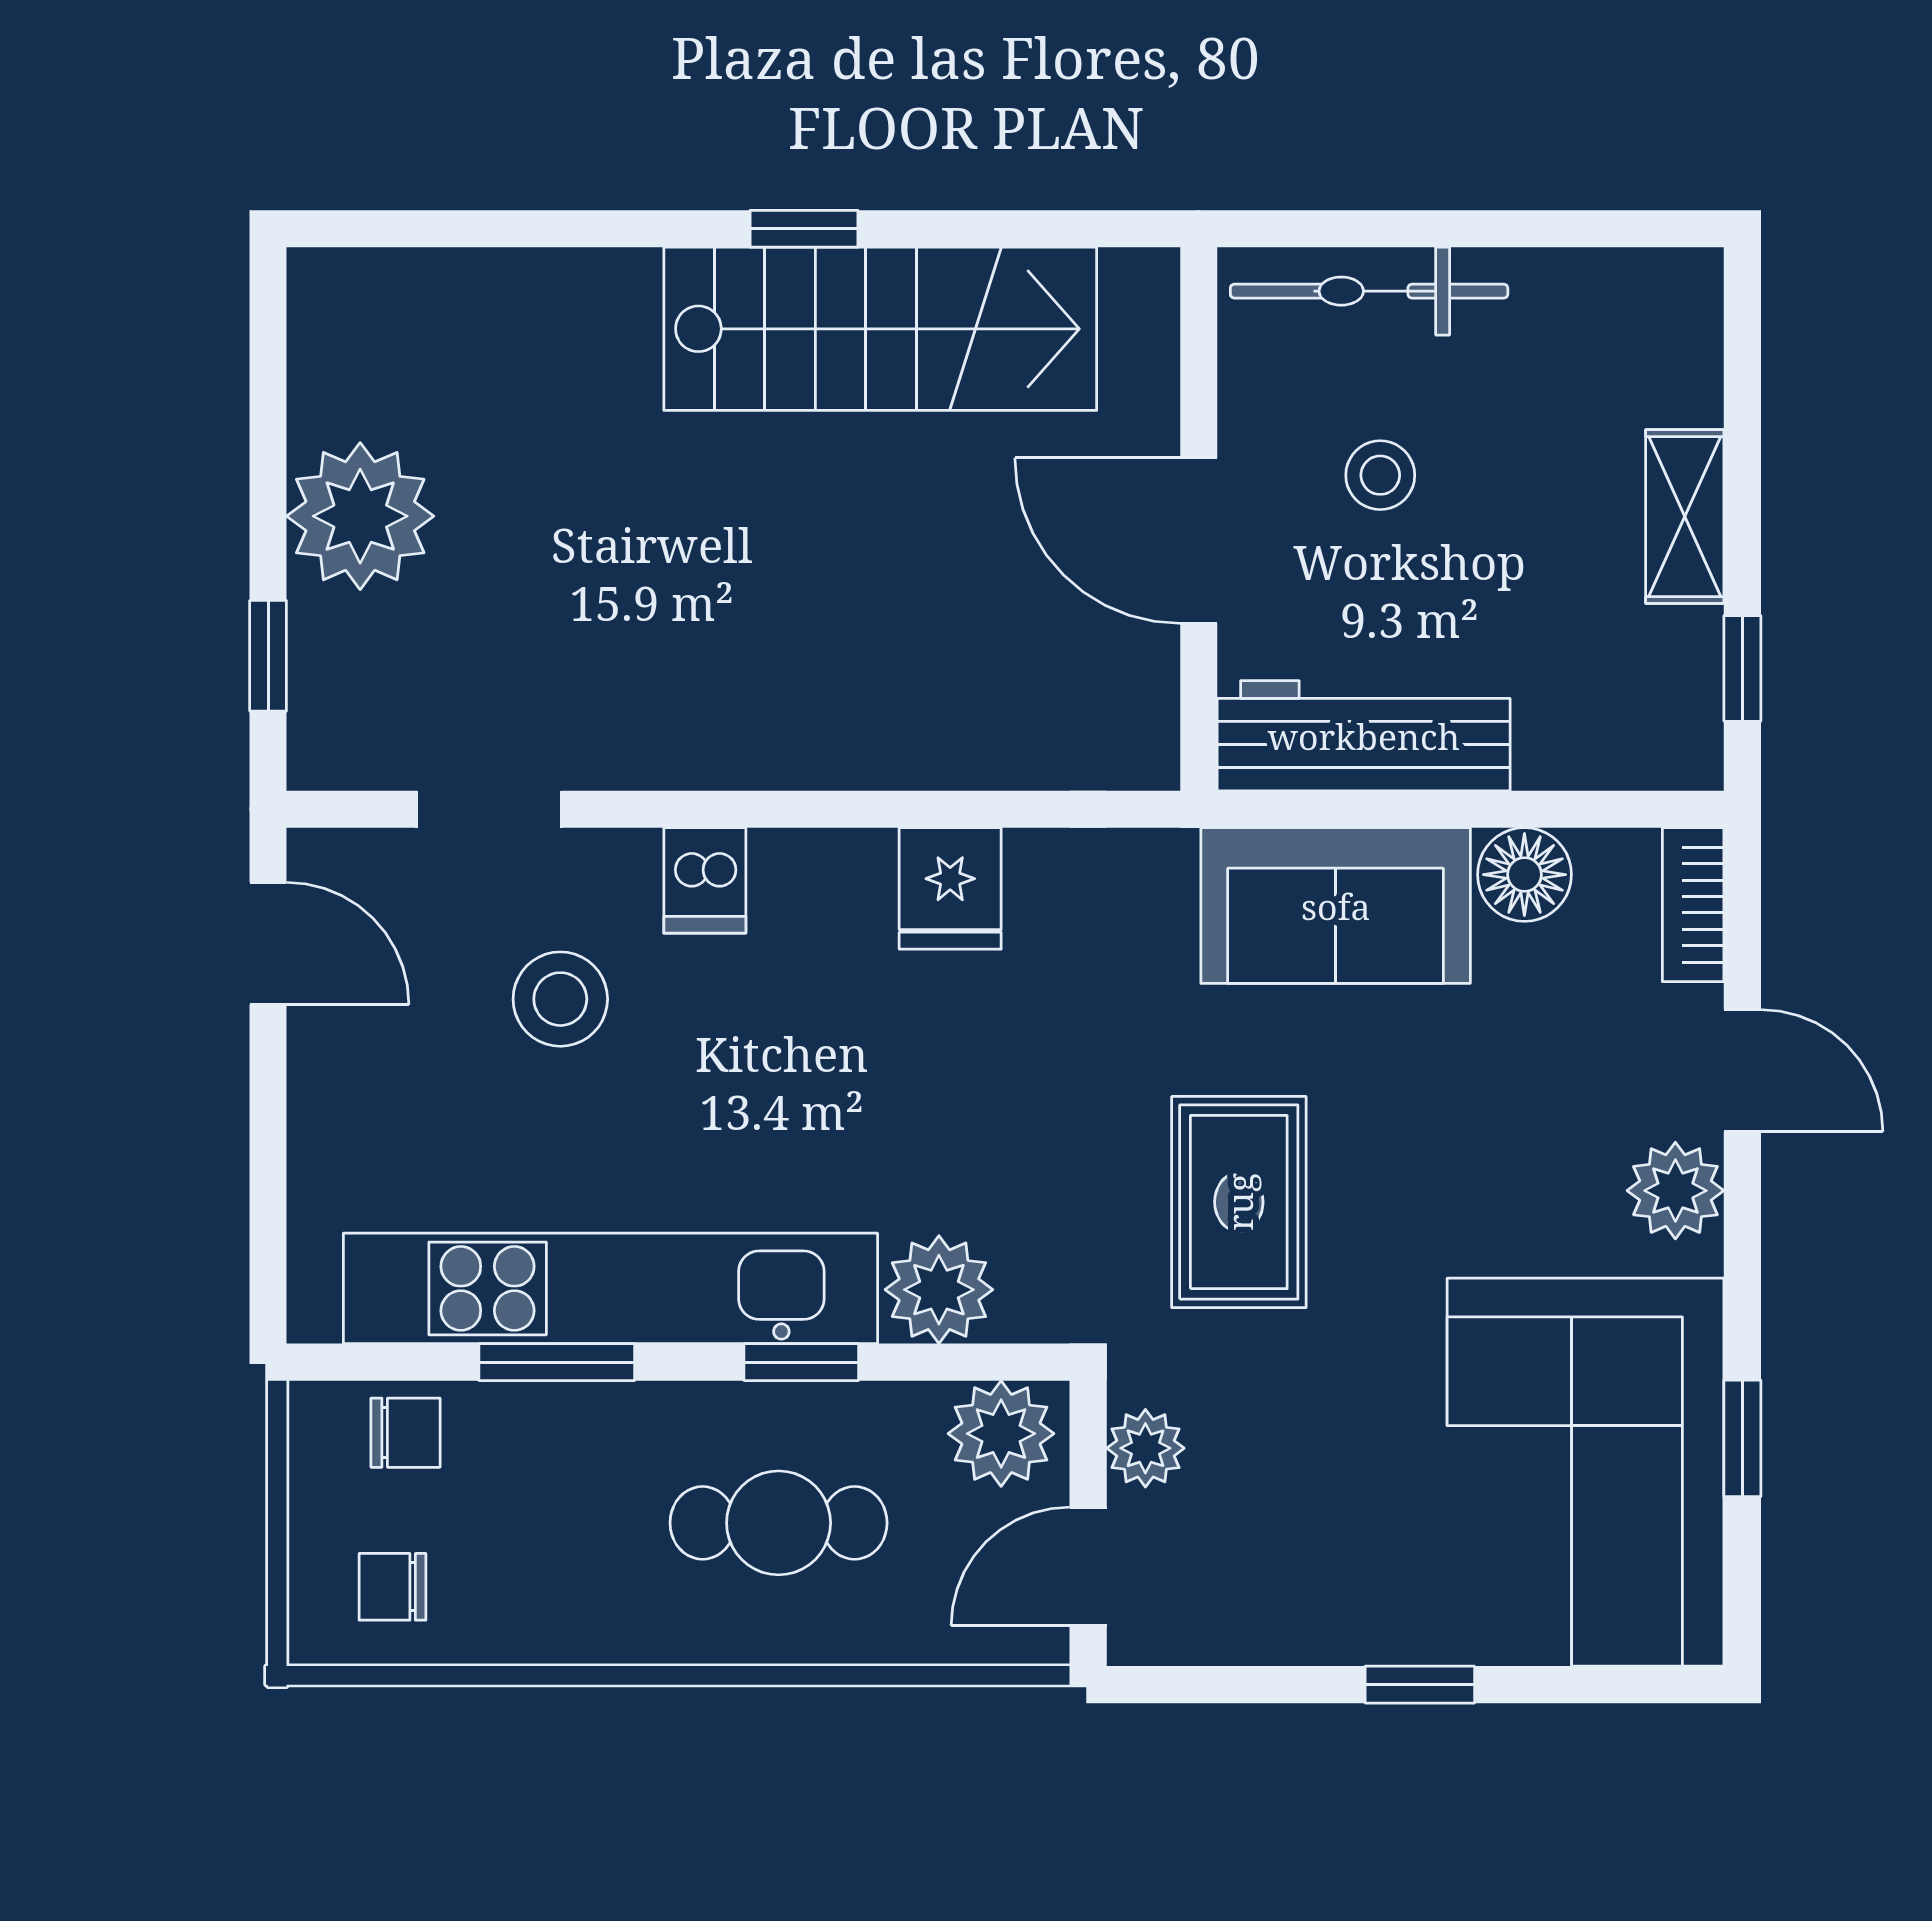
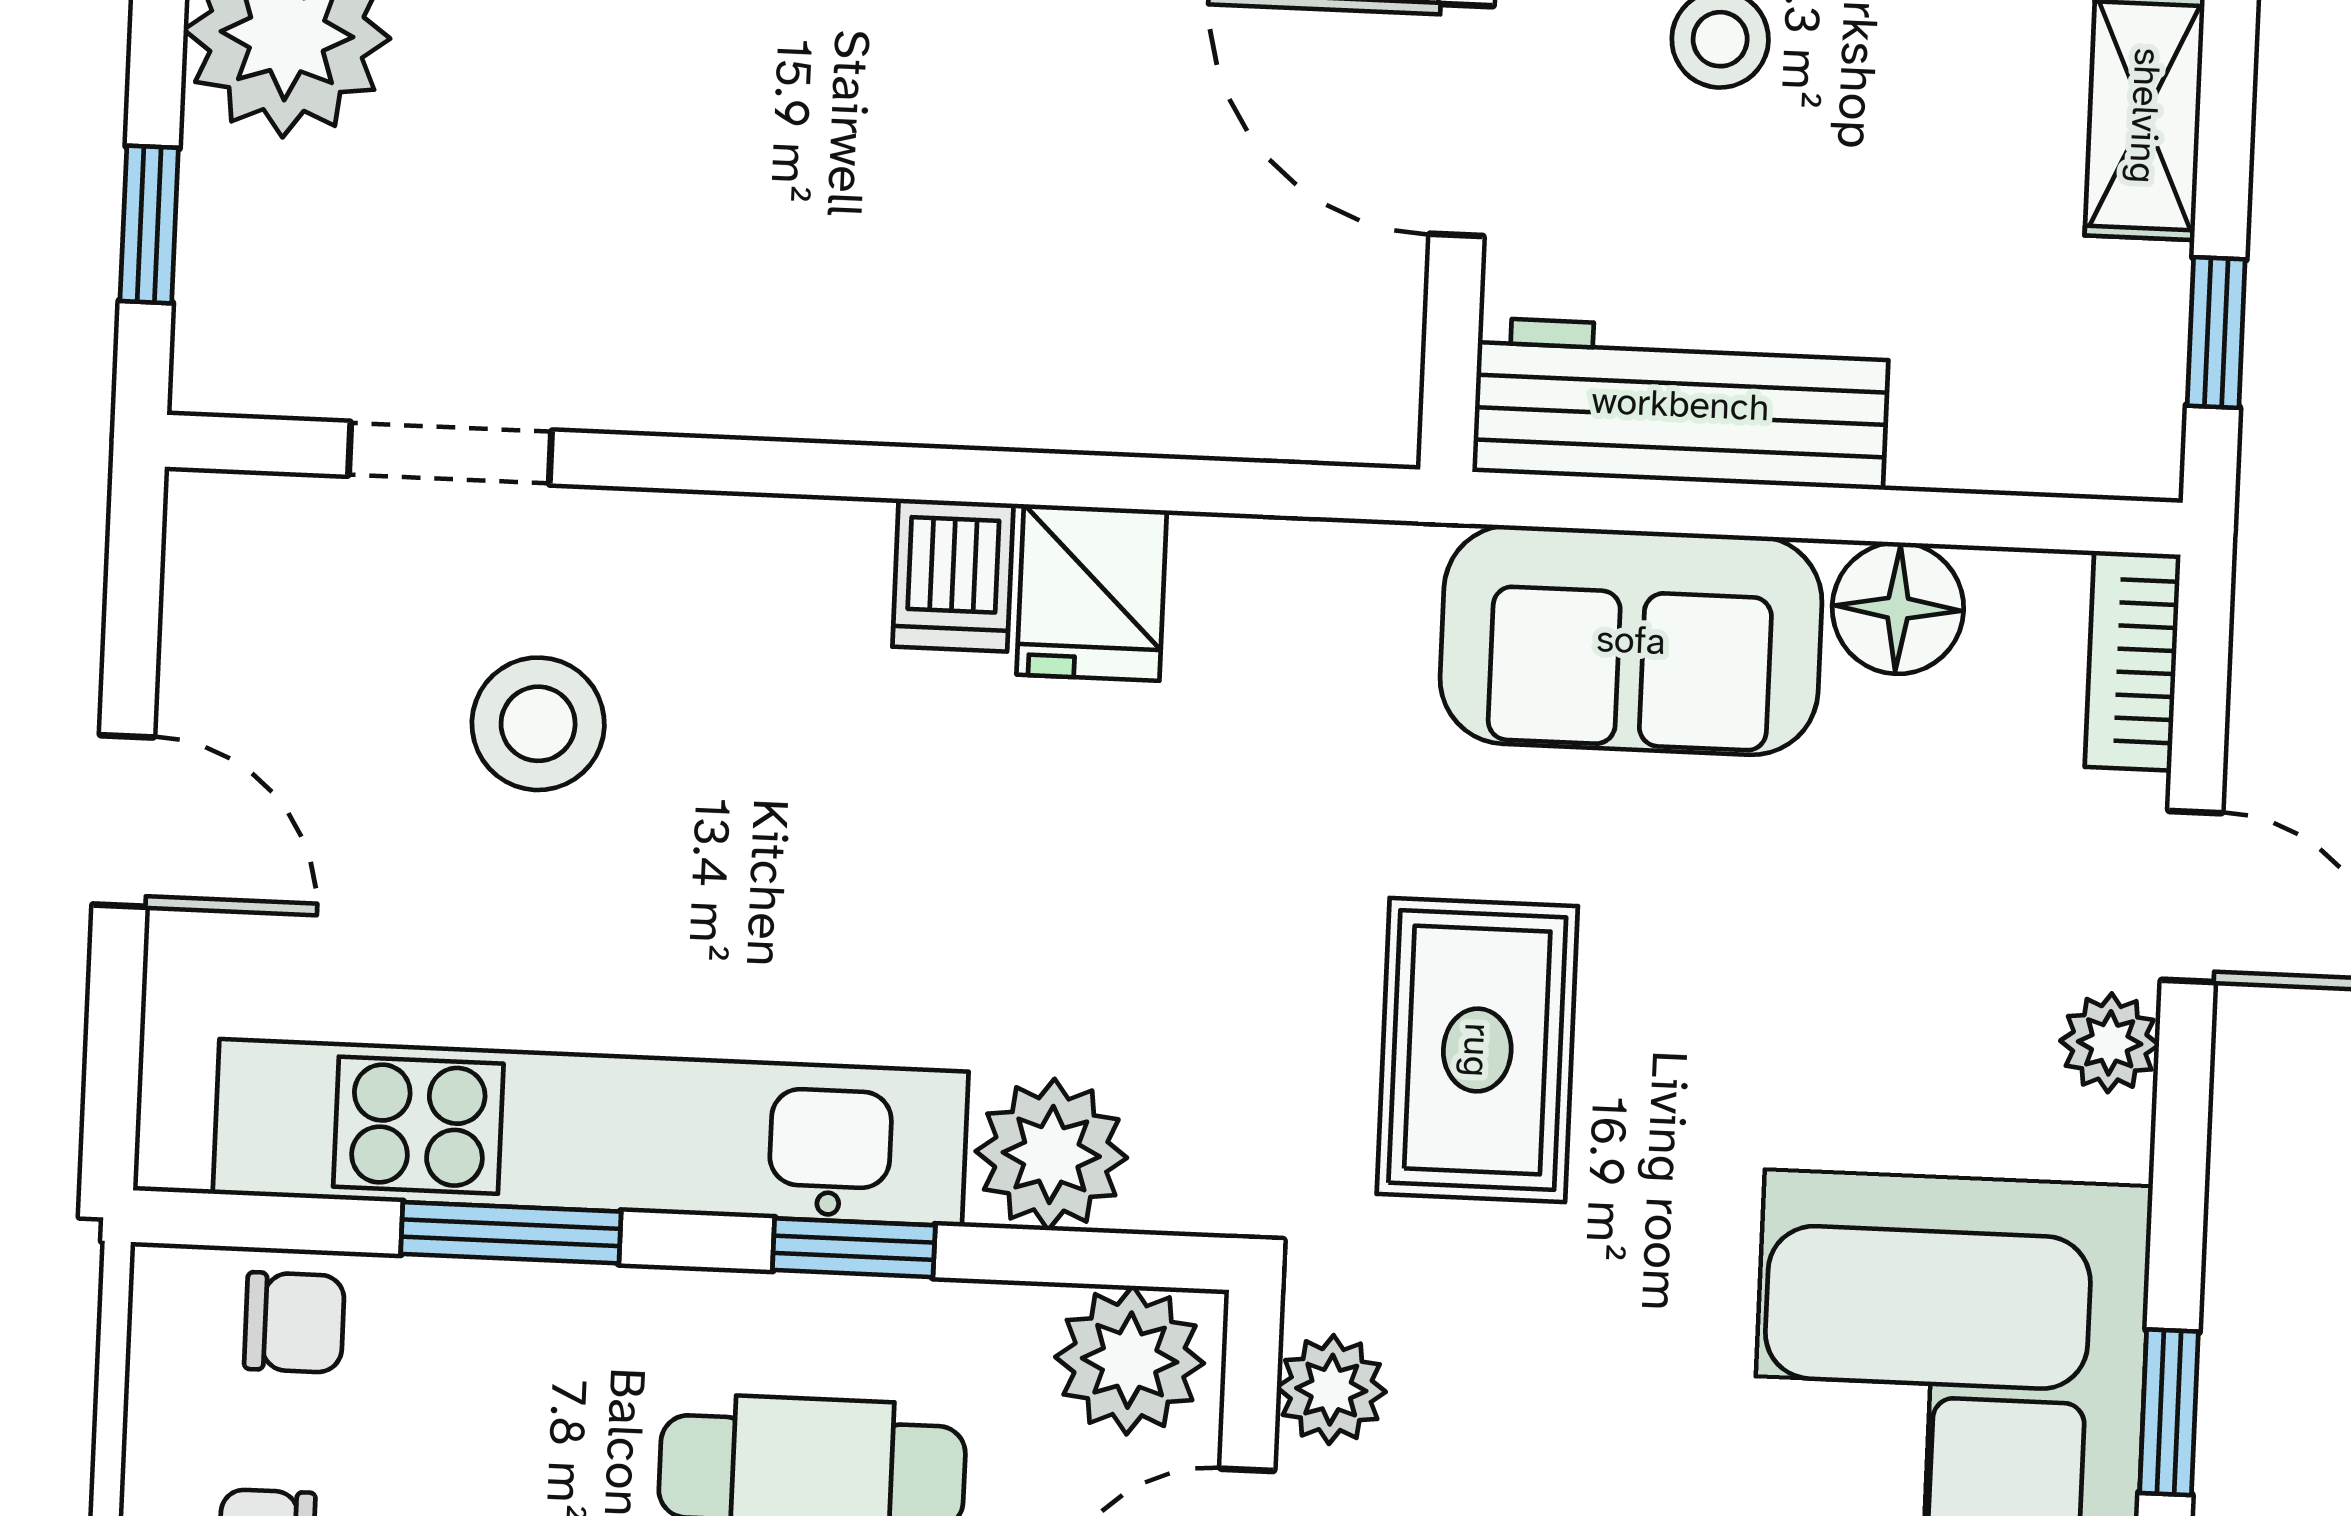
dishwasher: (705, 880) -> (953, 575), moved
door: (268, 943) -> (123, 821), moved
plant: (1675, 1191) -> (2110, 1043), width x0.73, depth x0.73

